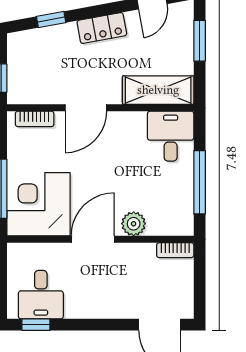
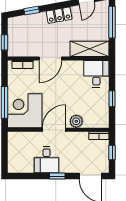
window: (200, 41) -> (112, 22), width x1.44
window: (200, 182) -> (112, 99), width x0.46
window: (200, 281) -> (112, 152), added
desk: (41, 295) -> (46, 160), moved
window: (36, 325) -> (57, 176), moved

